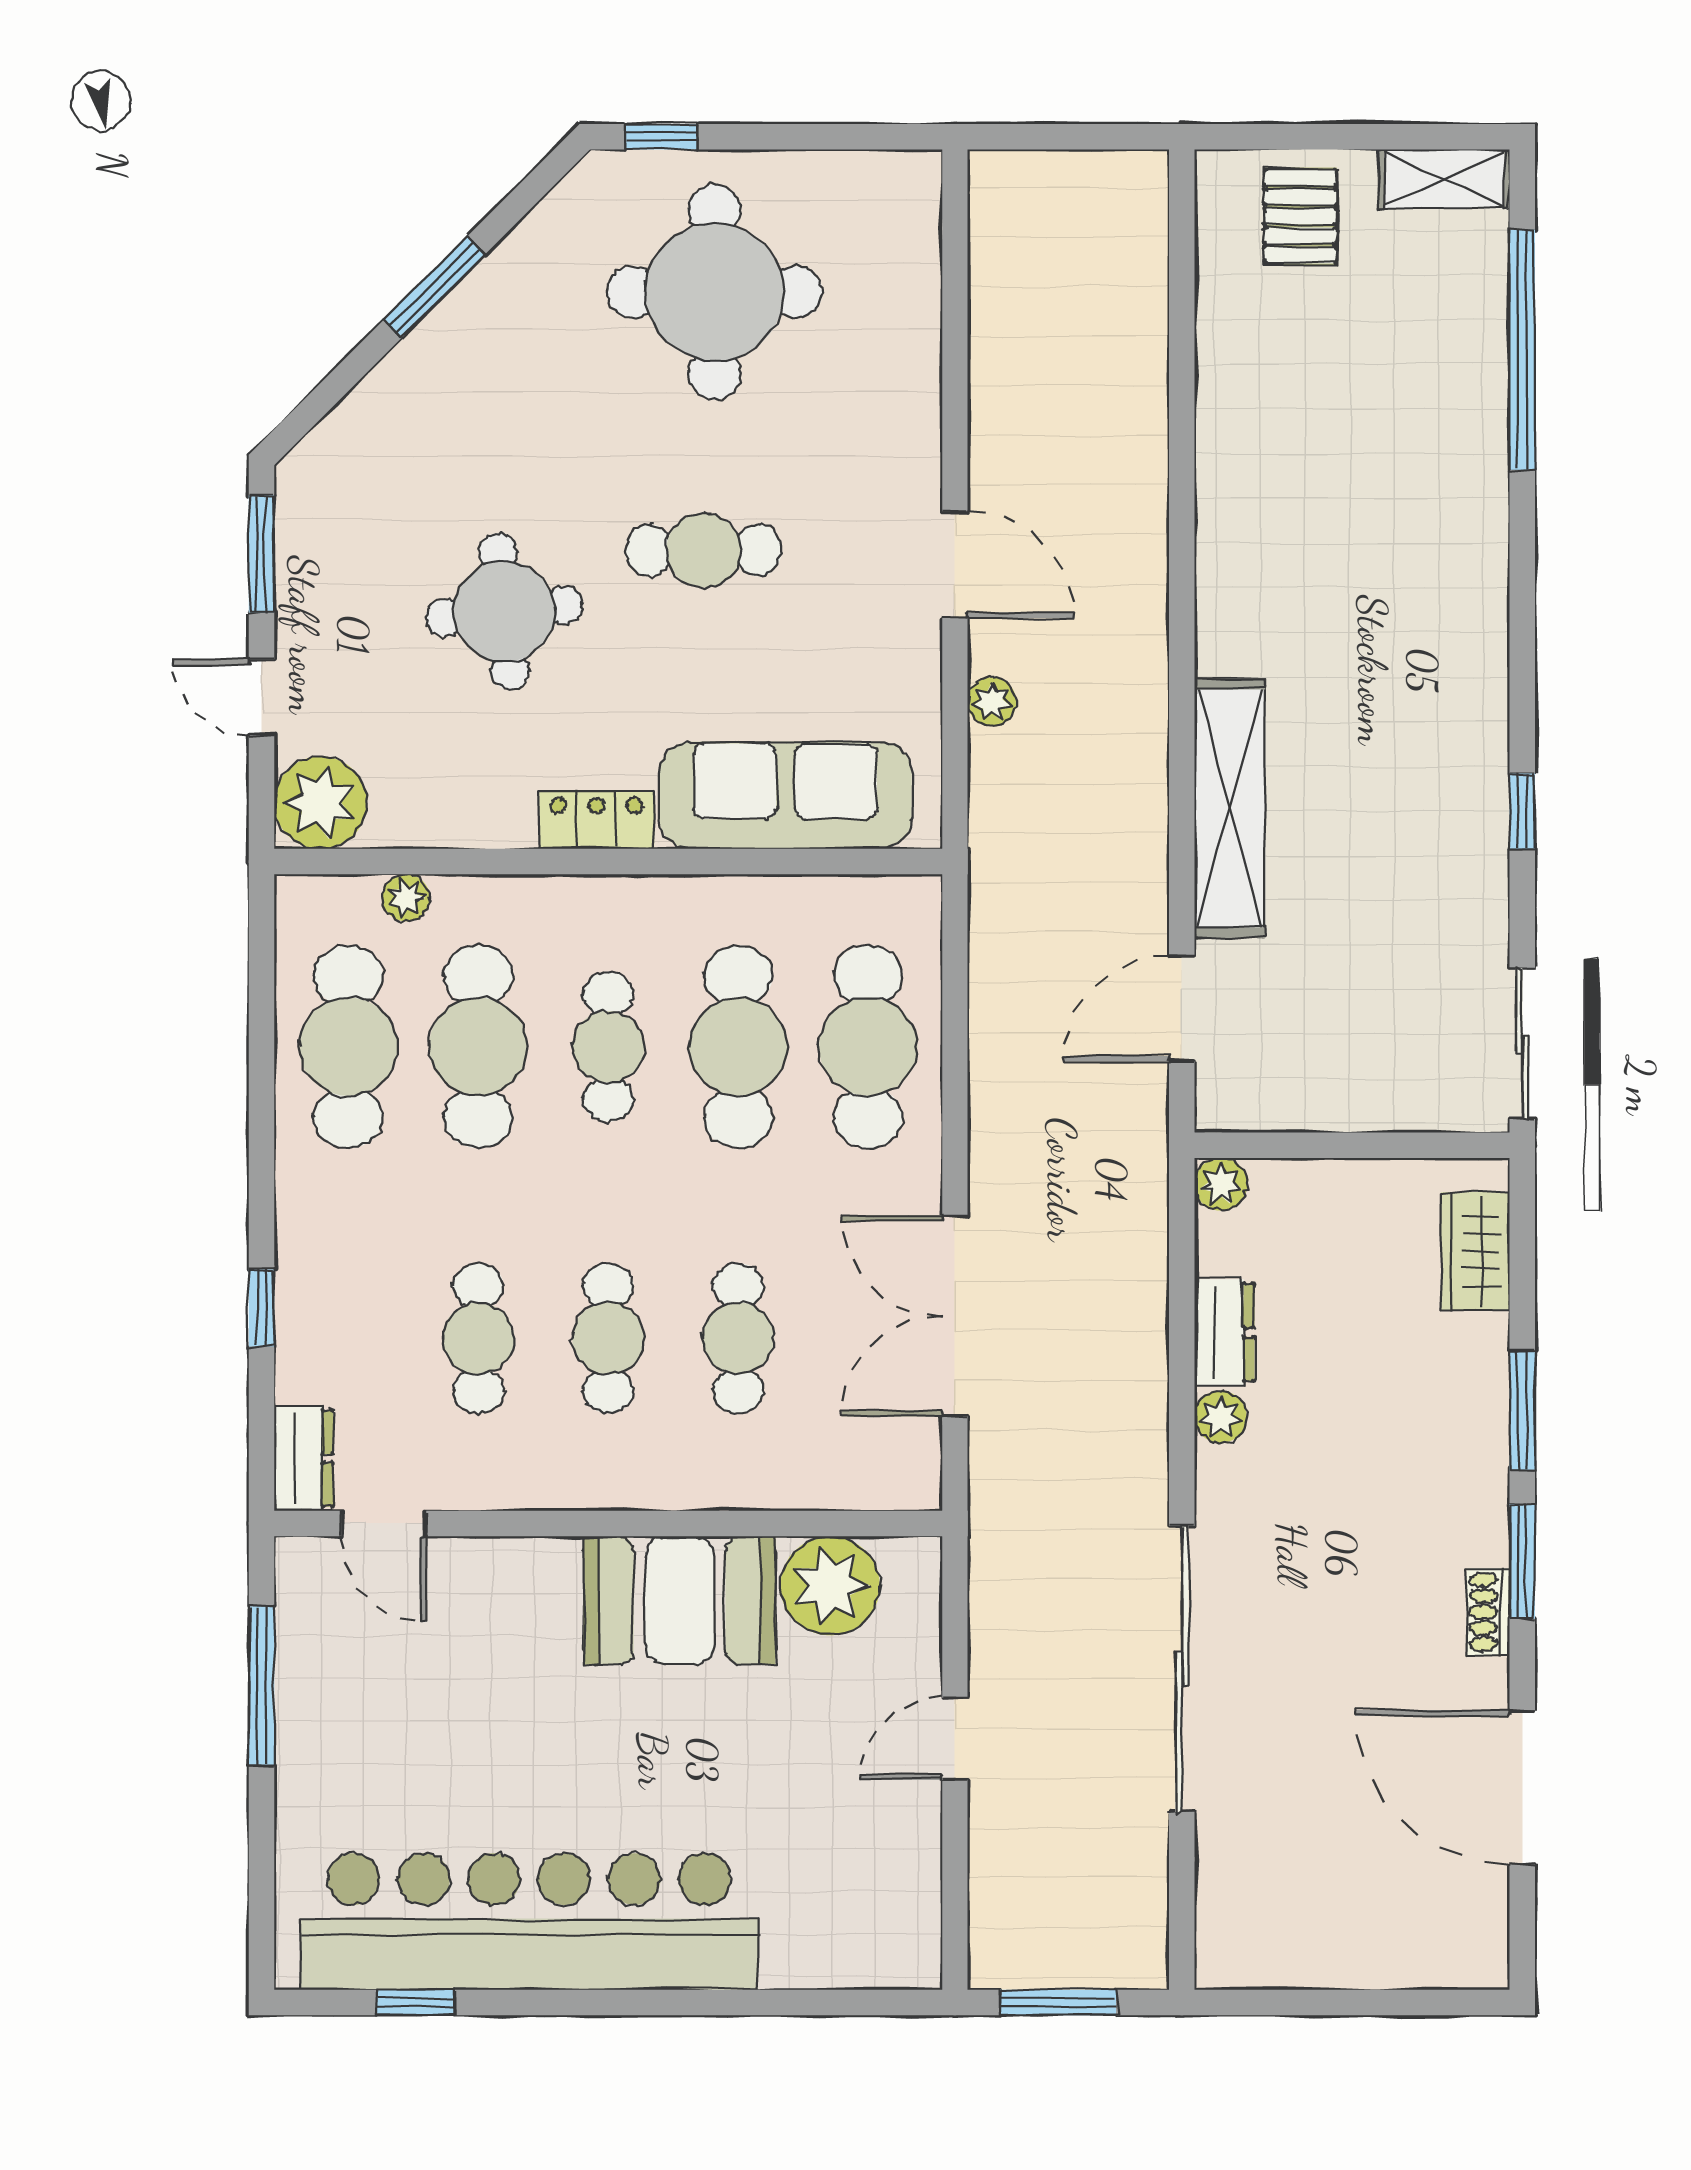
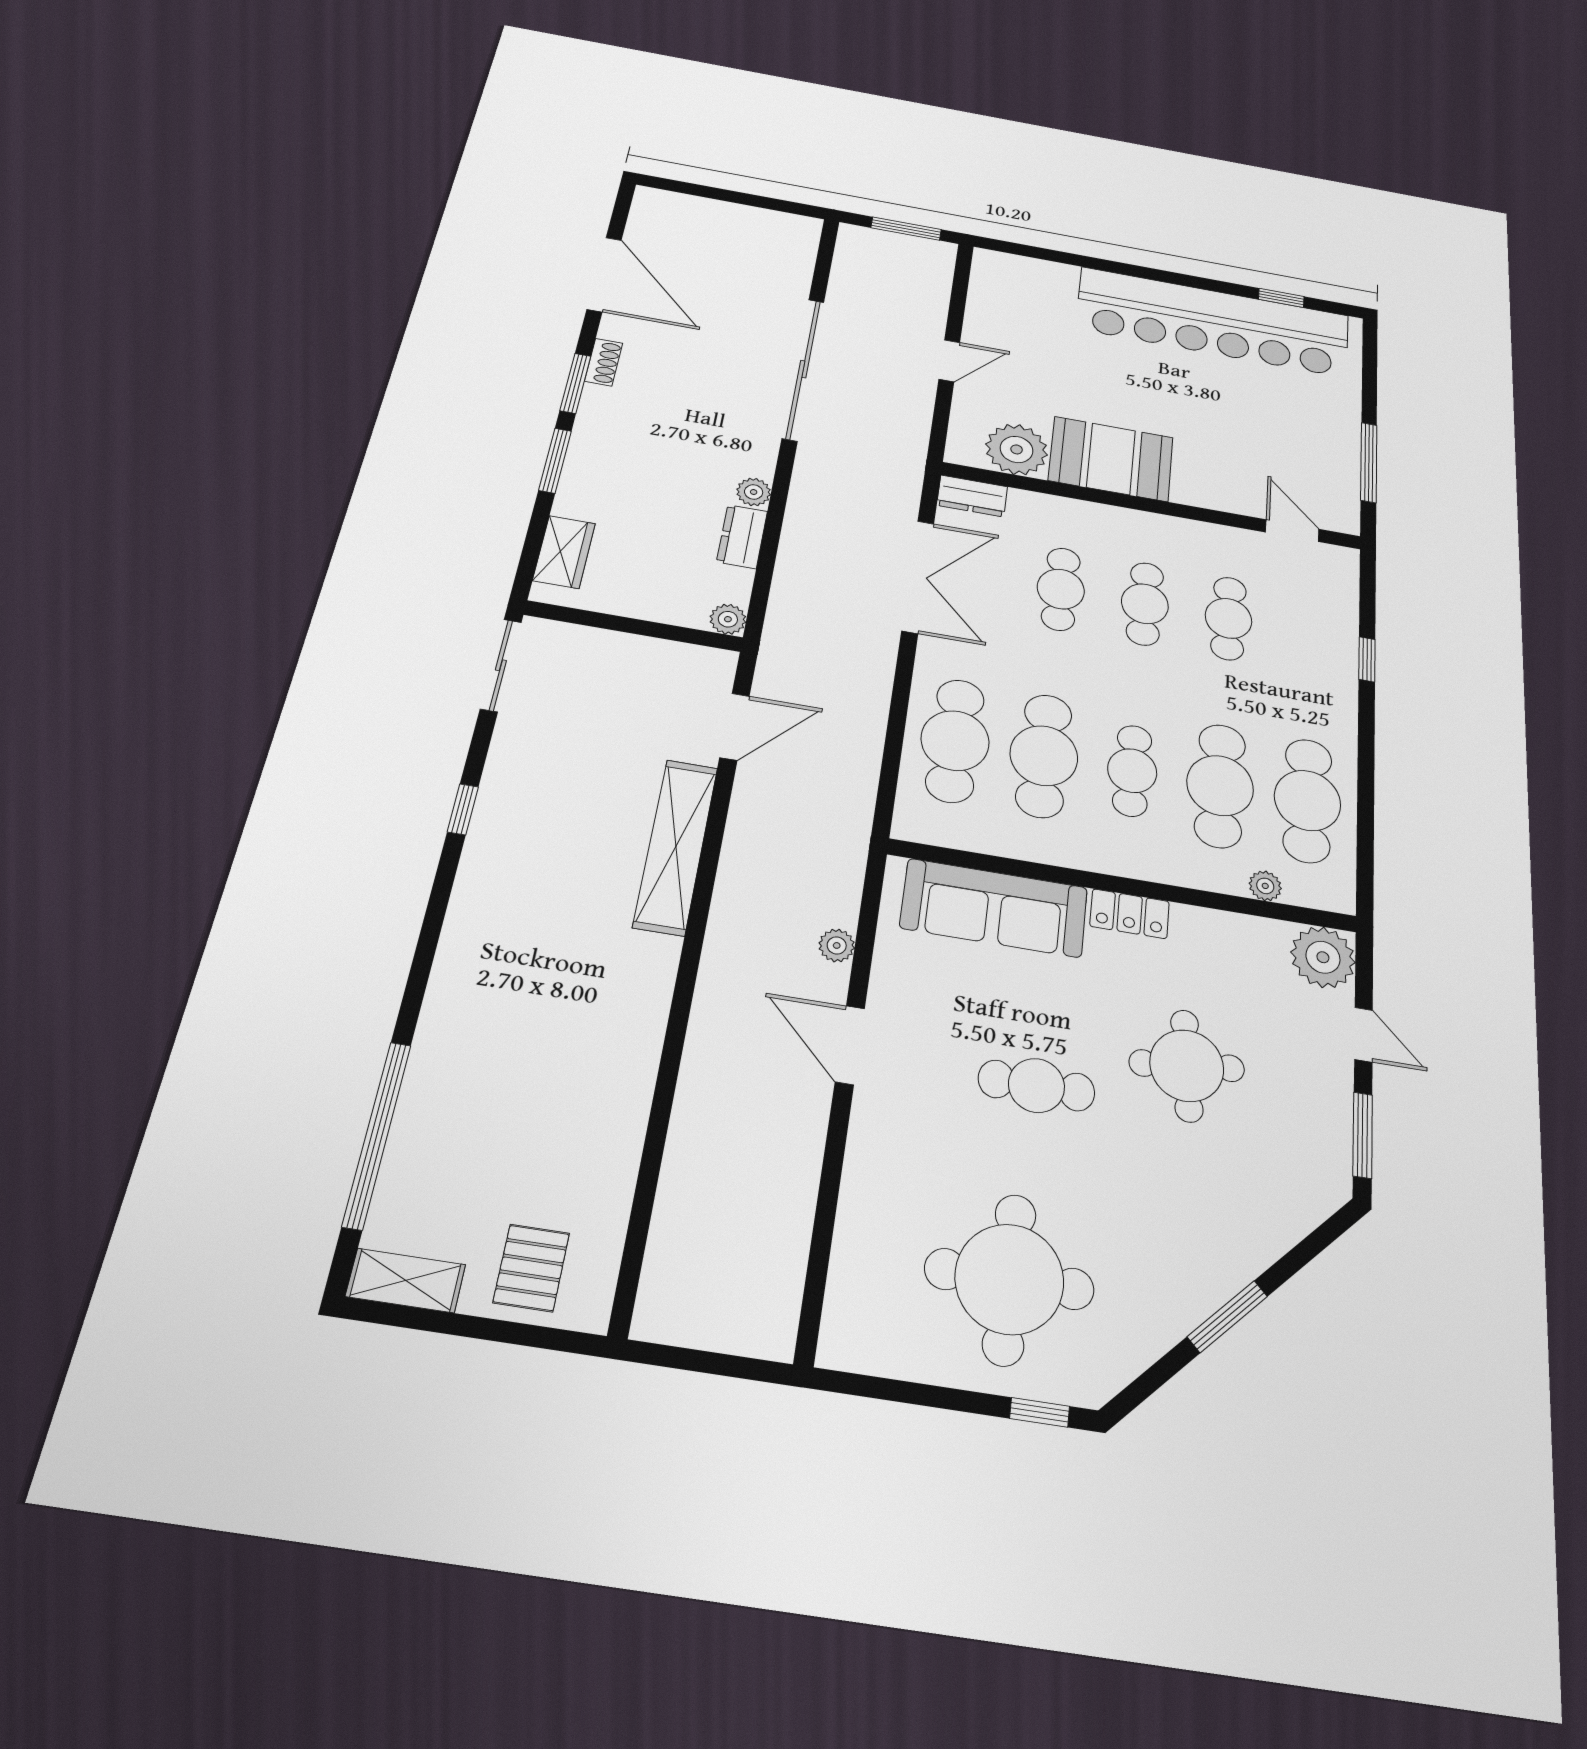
dresser: (304, 1458) -> (972, 496), moved, turned -90

